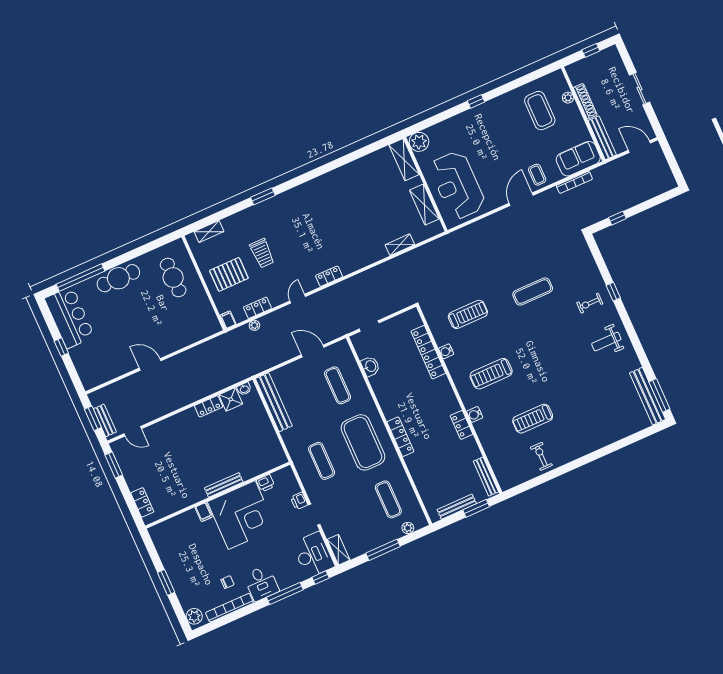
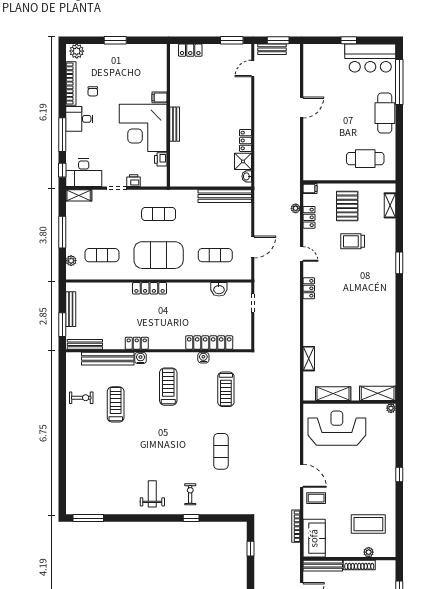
plant: (419, 142) -> (391, 408), width x0.53, depth x0.53
bench: (648, 396) -> (108, 359), moved

